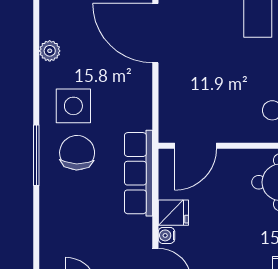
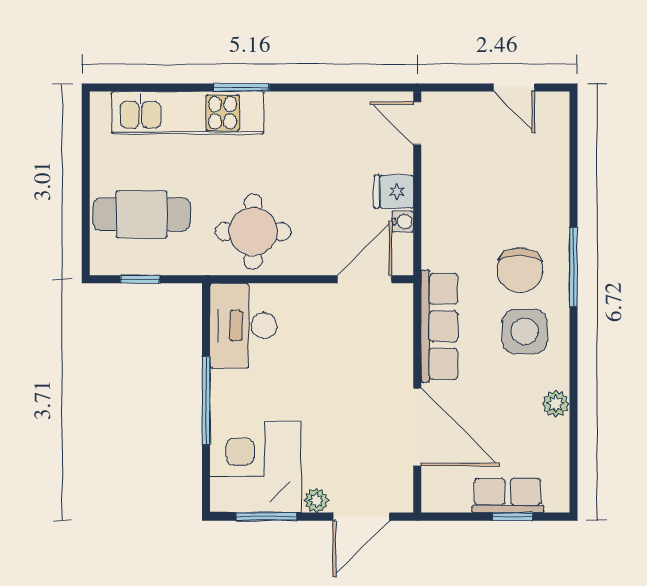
row of seats: (138, 173) -> (439, 326), moved
water cooler: (166, 235) -> (403, 222), moved

